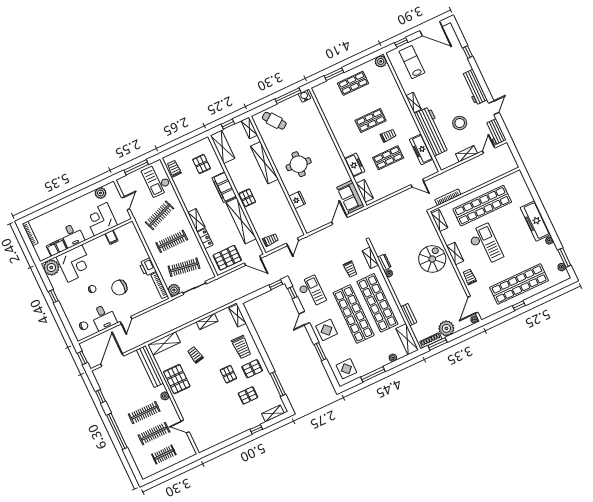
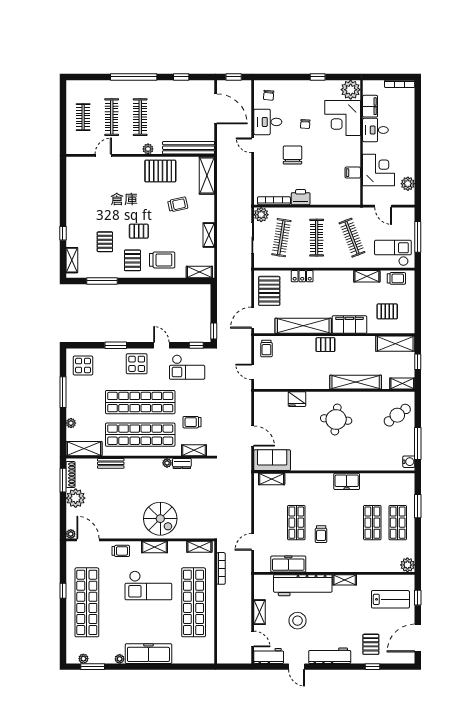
pallet: (452, 61) -> (371, 644), added
shop shelf: (371, 120) -> (372, 523), moved
freezer: (355, 165) -> (347, 481), moved
shelving: (196, 220) -> (367, 276), moved
trolley: (241, 347) -> (162, 260), turned 180

